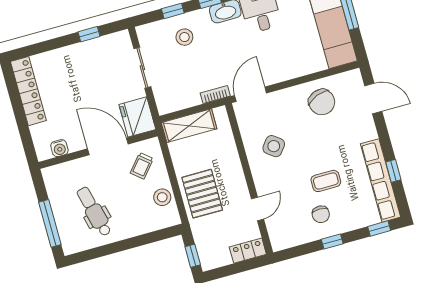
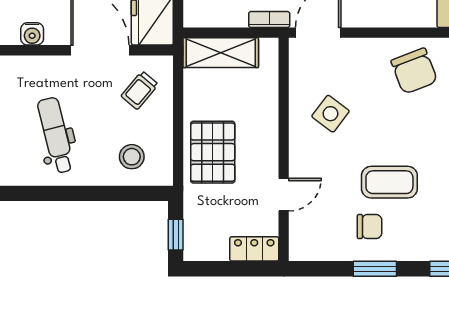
coffee table: (326, 181) -> (389, 182), width x1.36, depth x1.30
stool: (162, 197) -> (132, 157), moved
chair: (321, 214) -> (370, 227), turned -90
window: (332, 242) -> (375, 269), width x1.50

